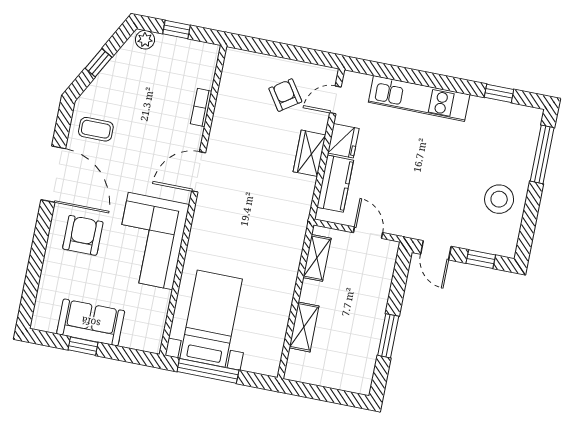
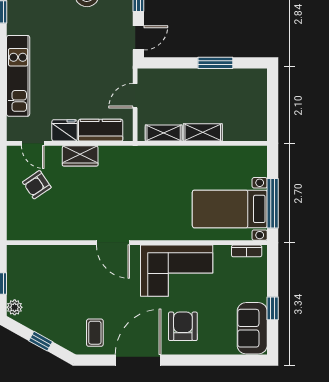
bookcase: (201, 108) -> (247, 251), moved
armchair: (83, 235) -> (183, 326), turned 90
sofa: (91, 322) -> (252, 328), moved
shelving: (304, 327) -> (203, 132), moved

